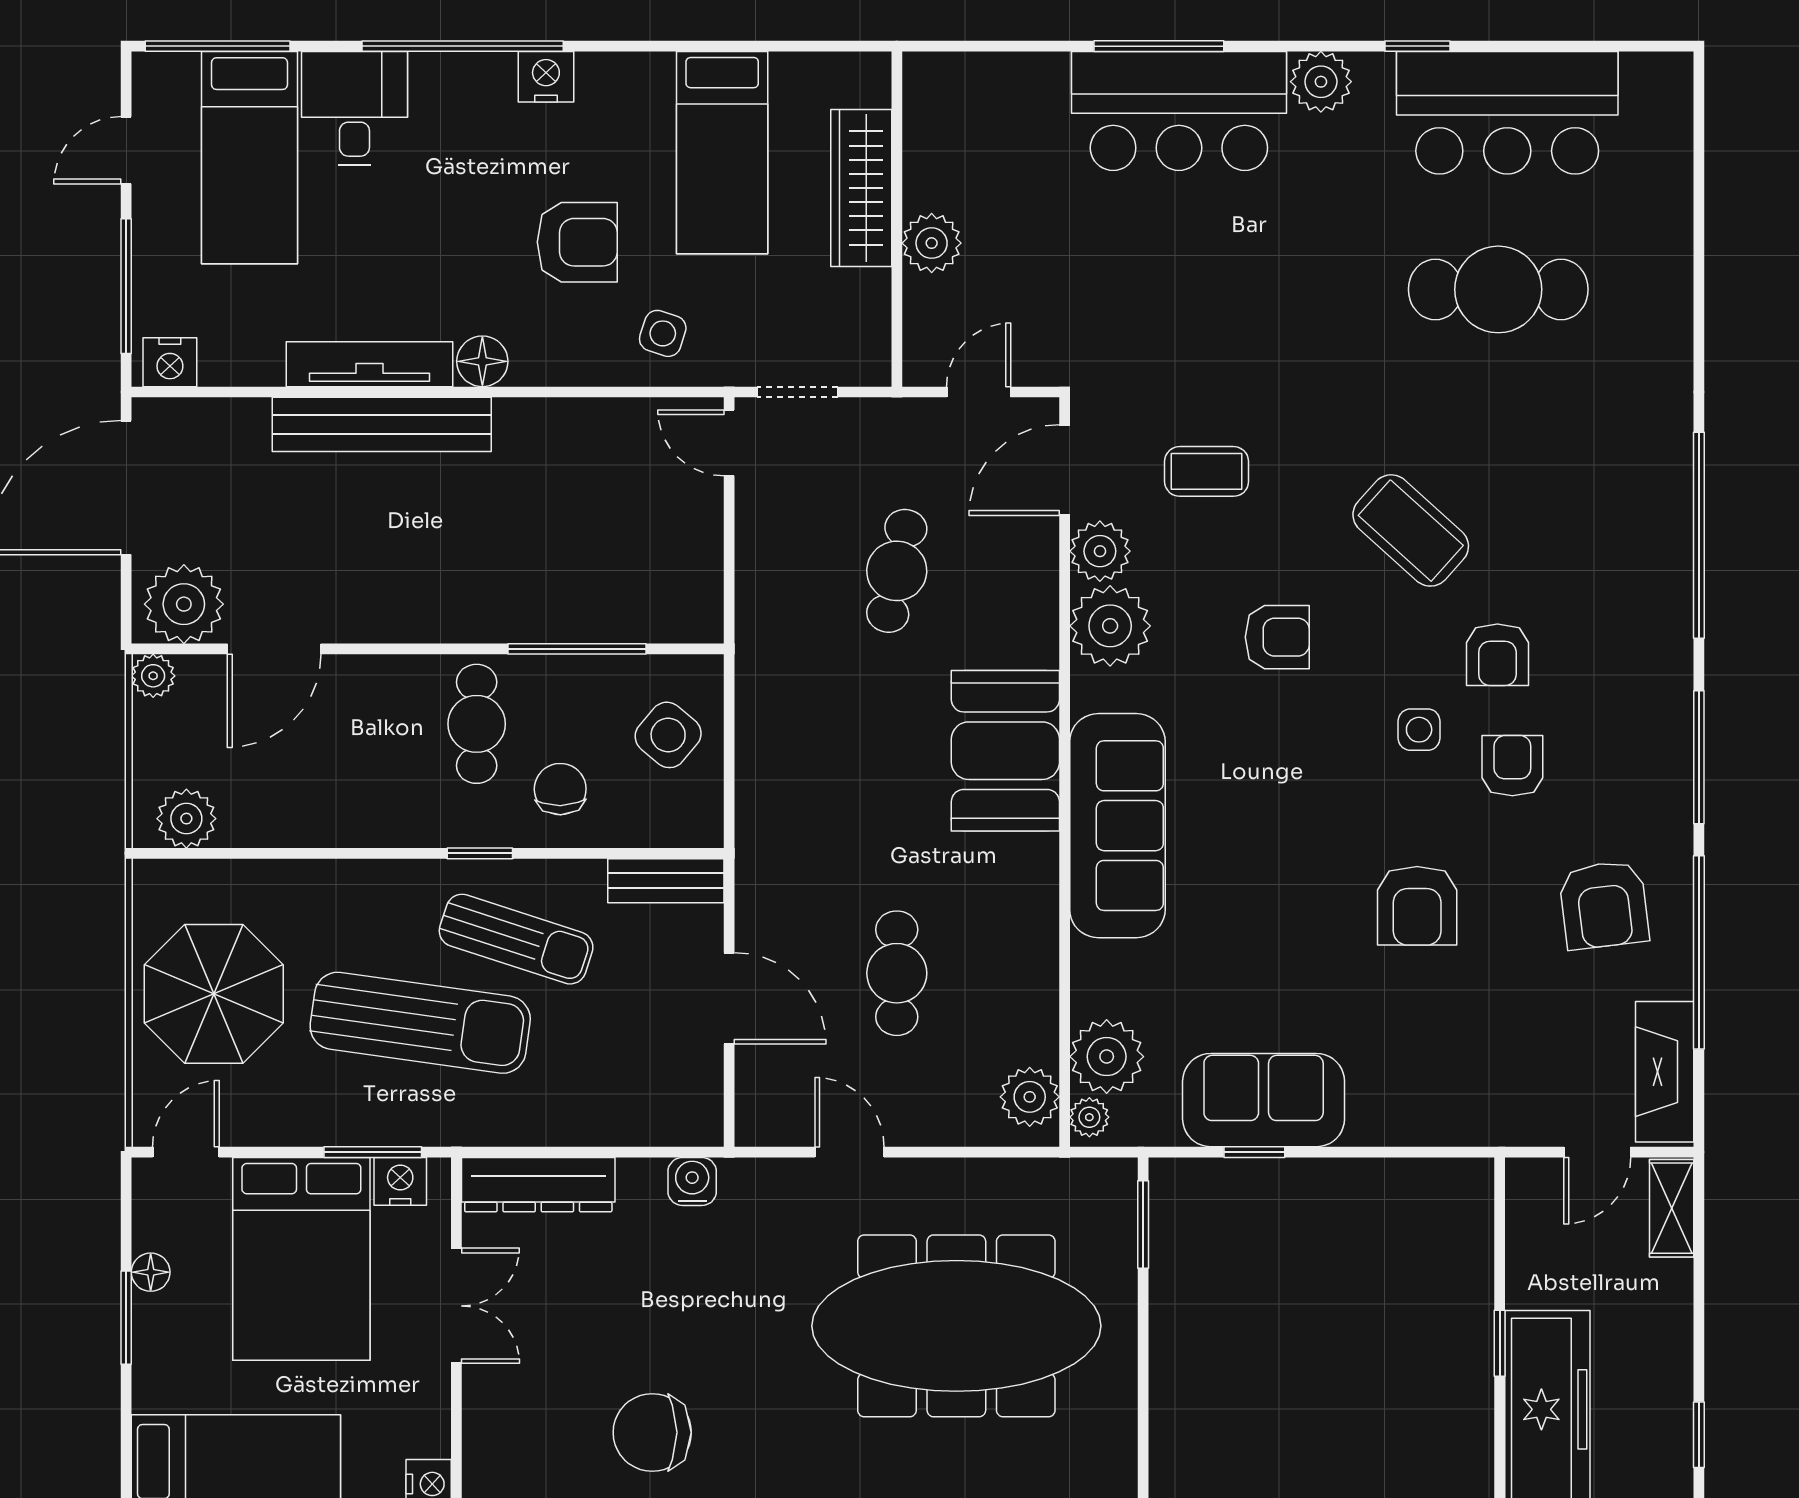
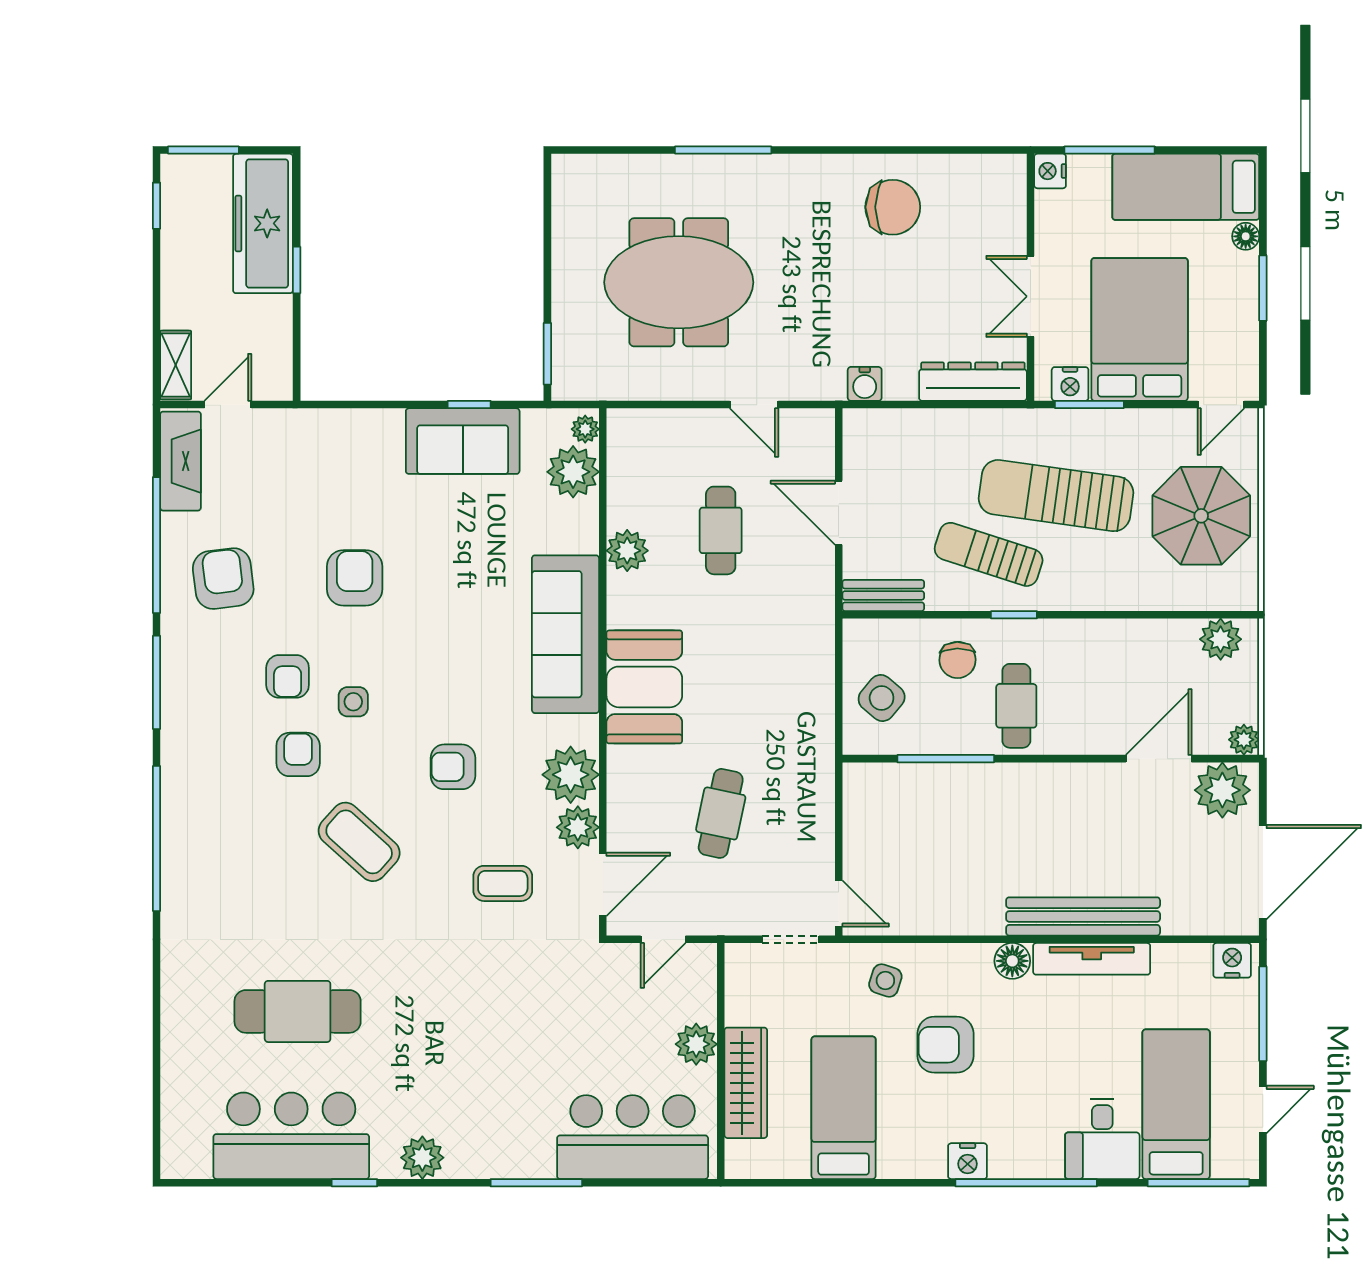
bar counter: (1179, 111) -> (633, 1137), moved
plant: (1030, 1097) -> (627, 551), moved
floor lamp: (151, 1272) -> (1246, 236), moved
meeting table: (956, 1326) -> (679, 282), width x0.73

